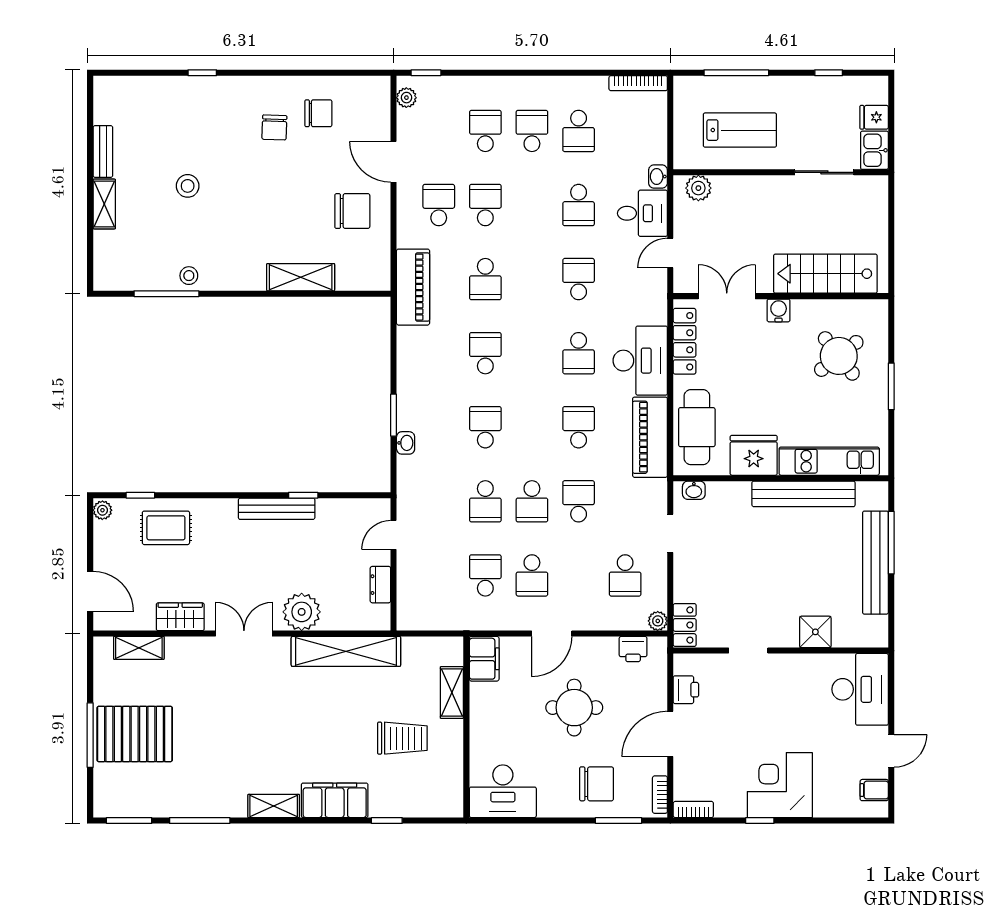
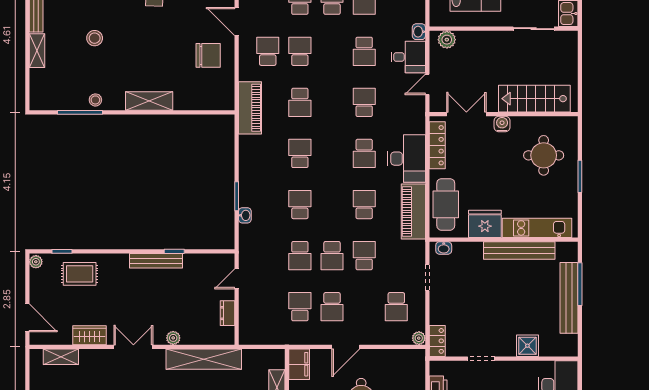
shelving: (301, 277) -> (149, 101), moved
round table: (839, 356) -> (544, 155), turned 38
plant: (302, 612) -> (173, 338), width x0.53, depth x0.53
printer: (633, 649) -> (402, 358), removed

